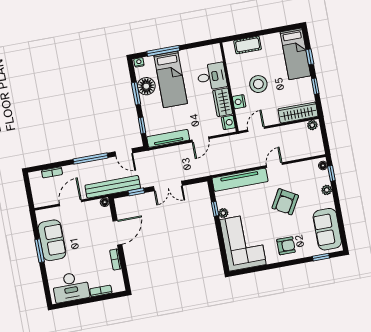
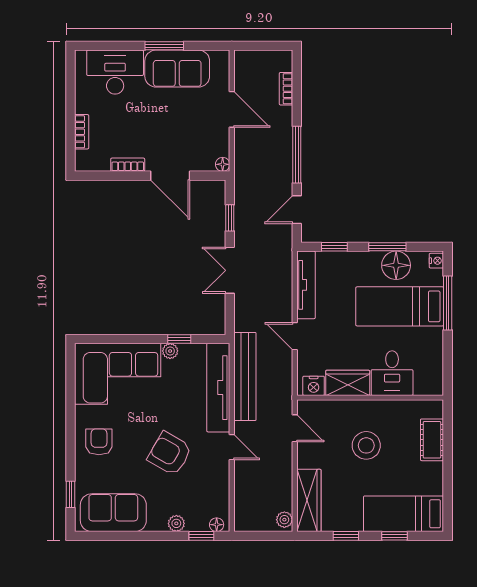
nightstand: (239, 102) -> (344, 409), removed
bench: (113, 187) -> (245, 376), moved
armchair: (286, 246) -> (99, 442), turned 180
desk: (71, 287) -> (115, 72), moved, turned 90

